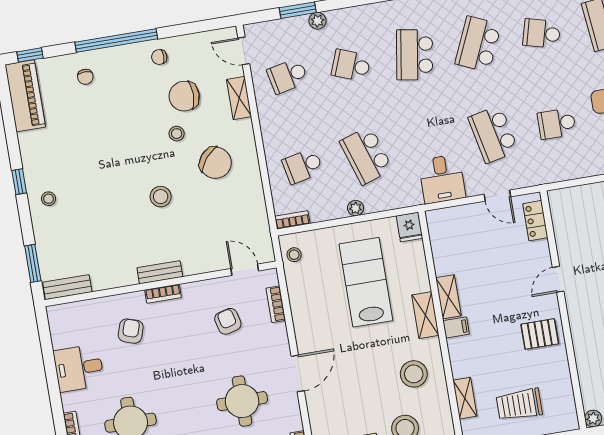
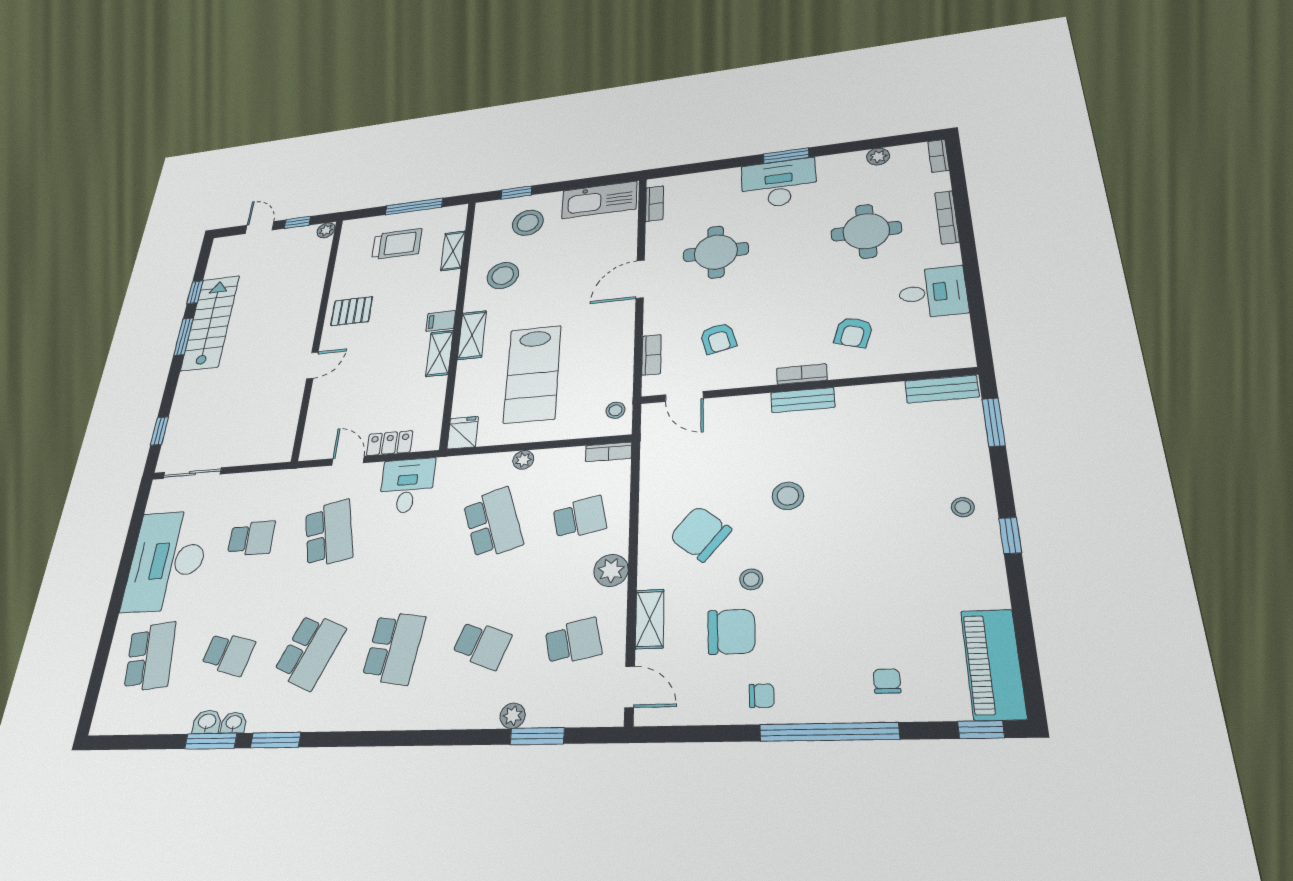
plant: (272, 129) -> (611, 570), added
locker: (535, 221) -> (390, 443), moved, turned -90

